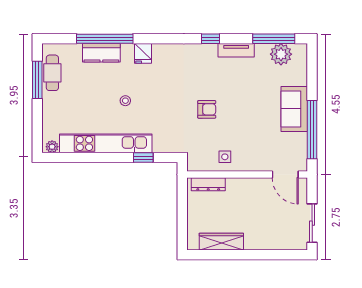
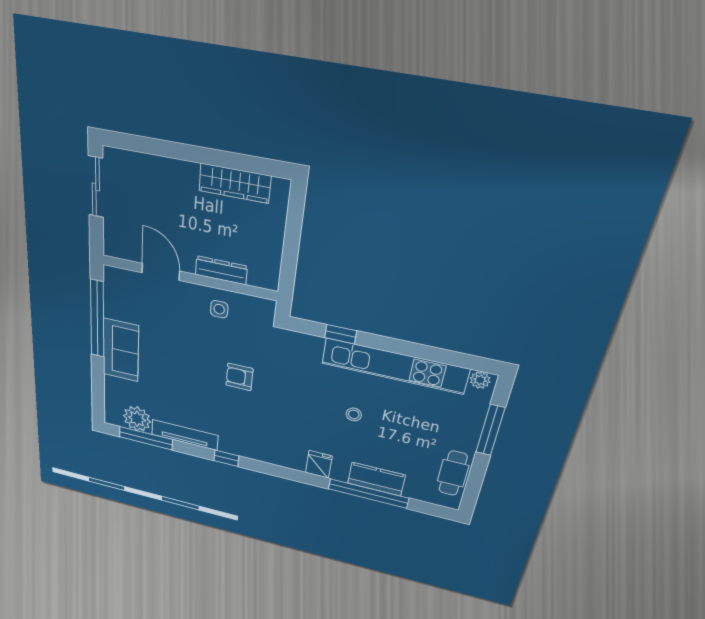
tv unit: (236, 50) -> (185, 435), width x1.41
window: (37, 80) -> (490, 430), moved
door: (285, 175) -> (161, 272), moved
dresser: (208, 184) -> (221, 270), moved

